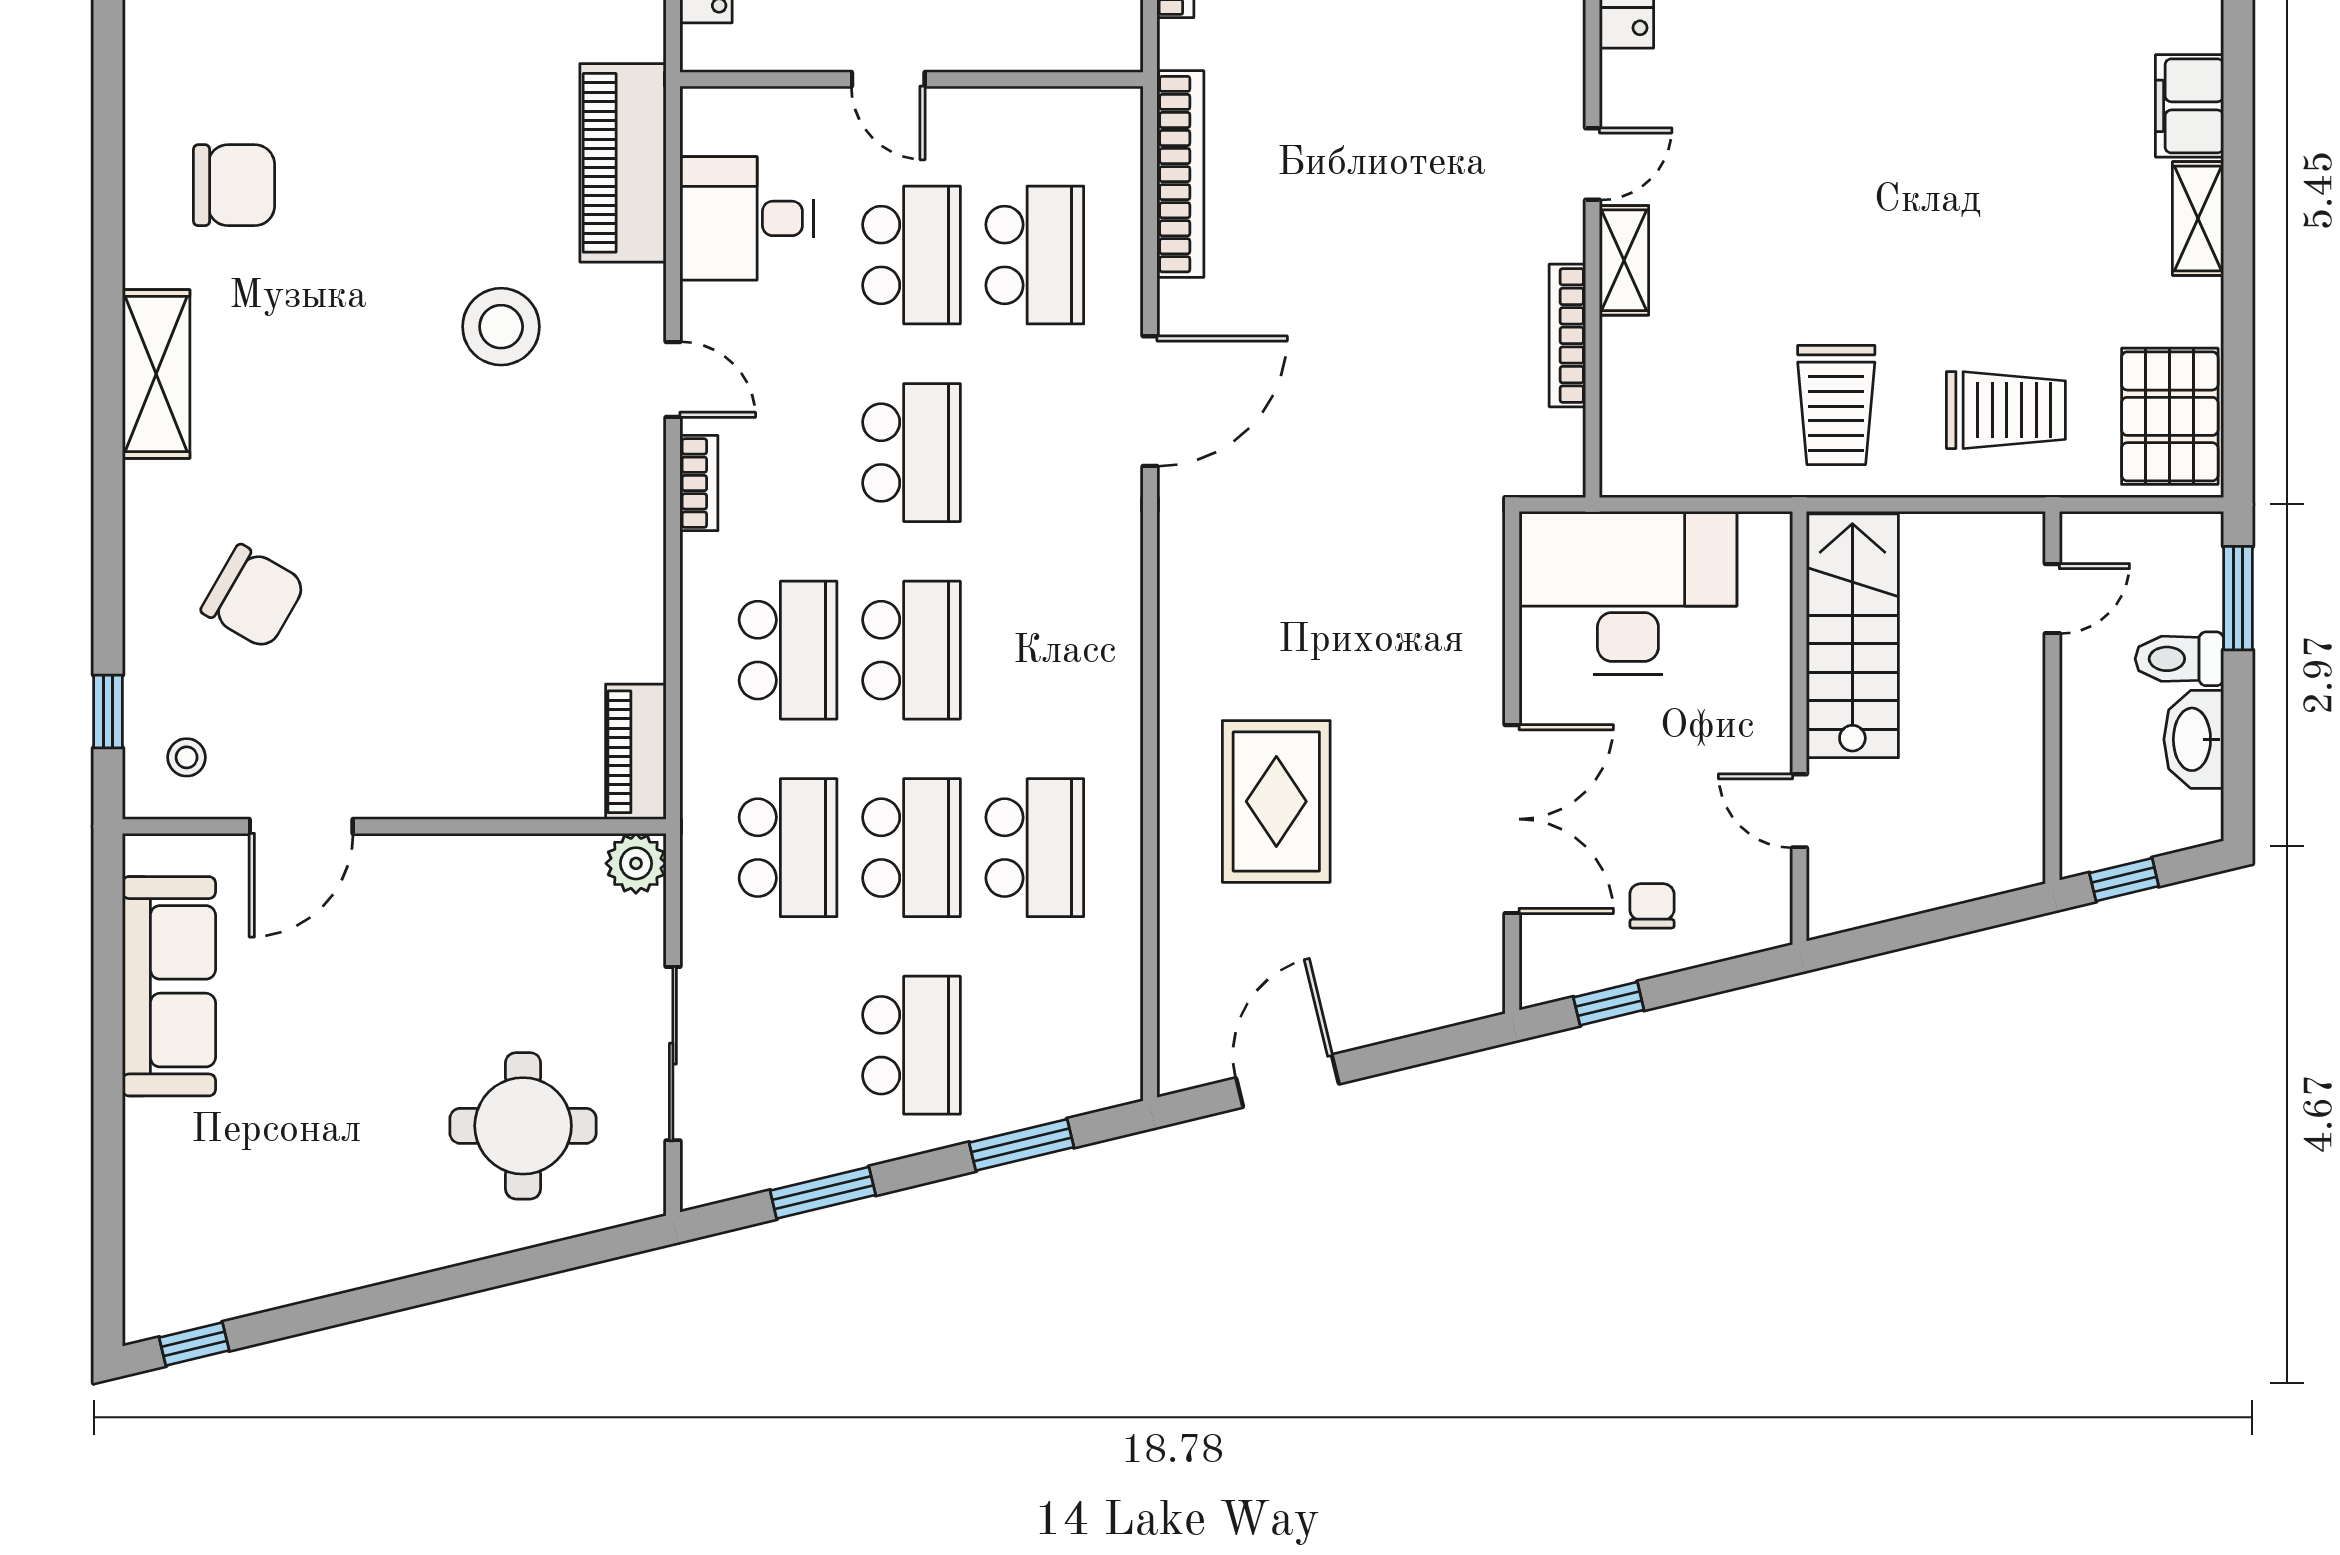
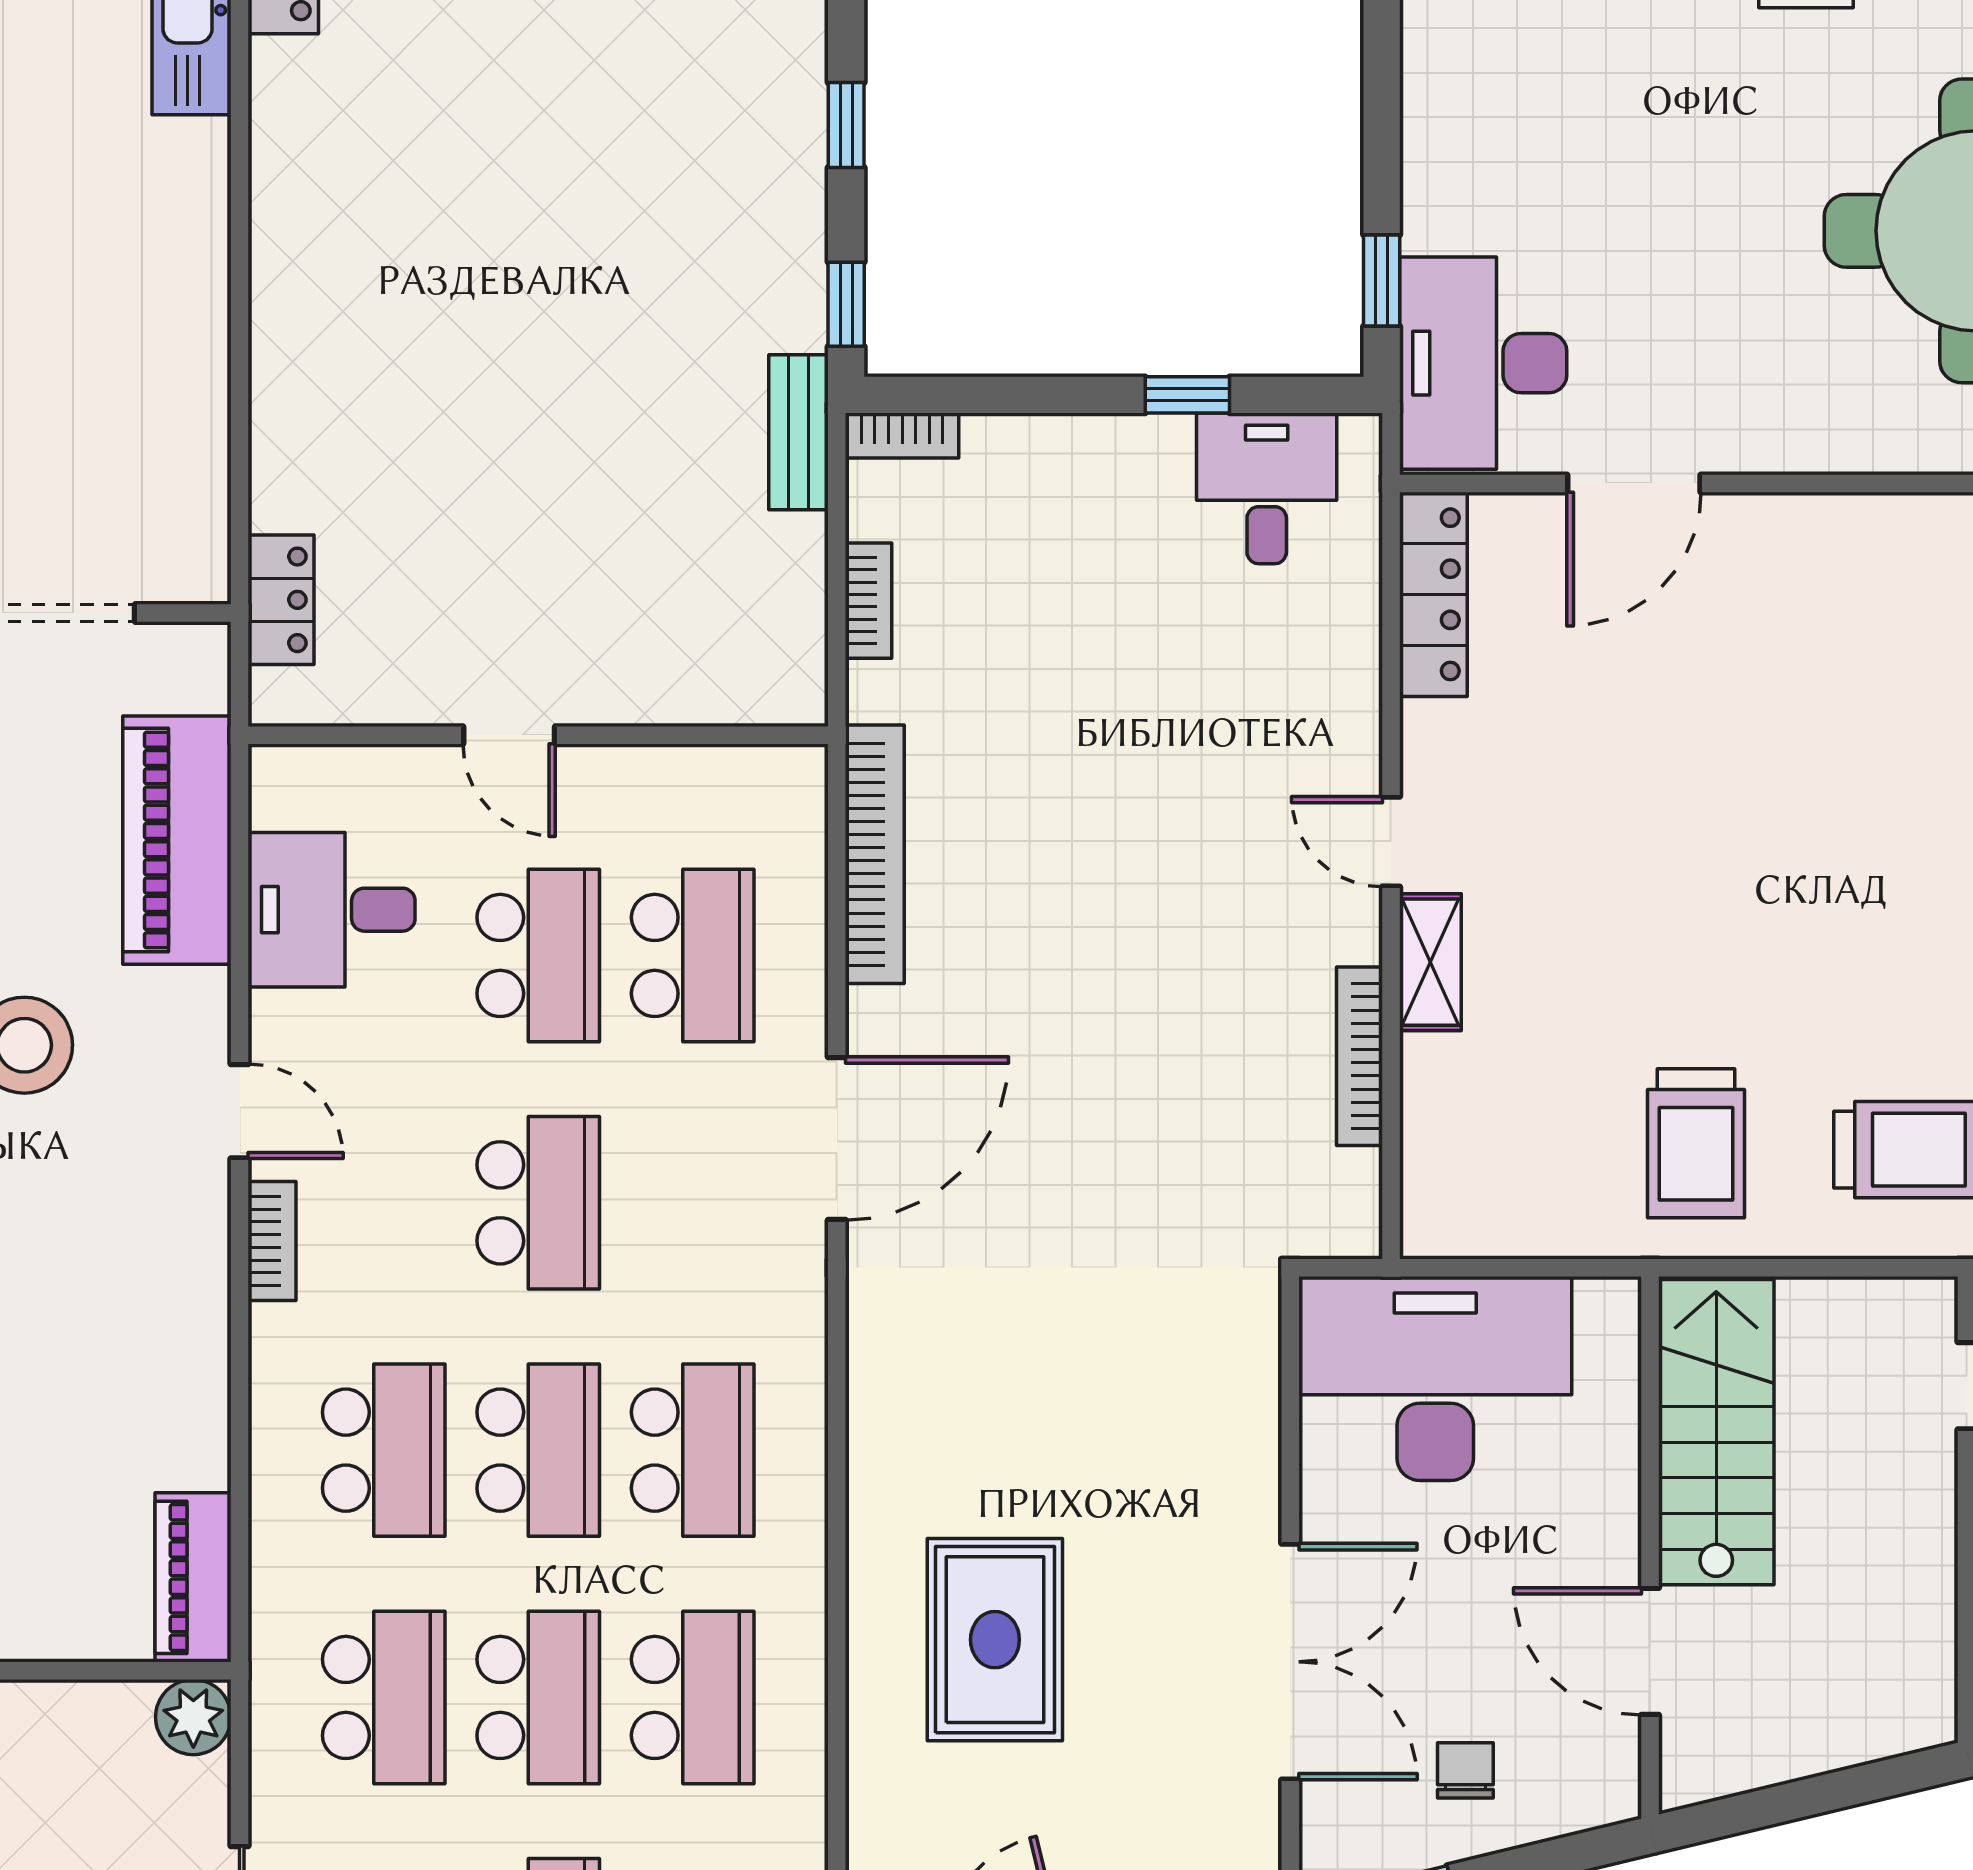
door: (1593, 164) -> (1391, 842), swing flipped
school desk: (1035, 650) -> (693, 1450), added
door: (1799, 811) -> (1650, 1651), width x1.38

